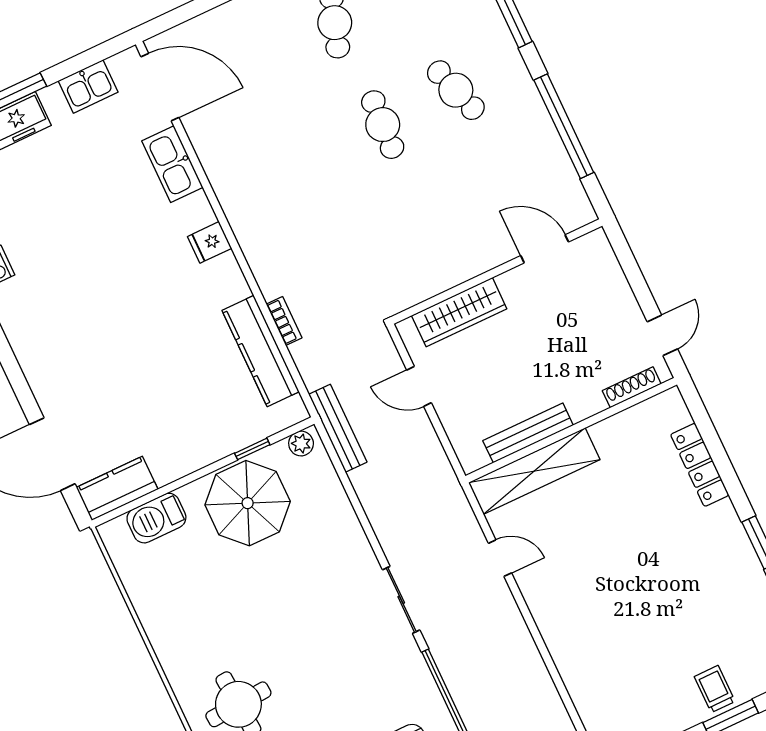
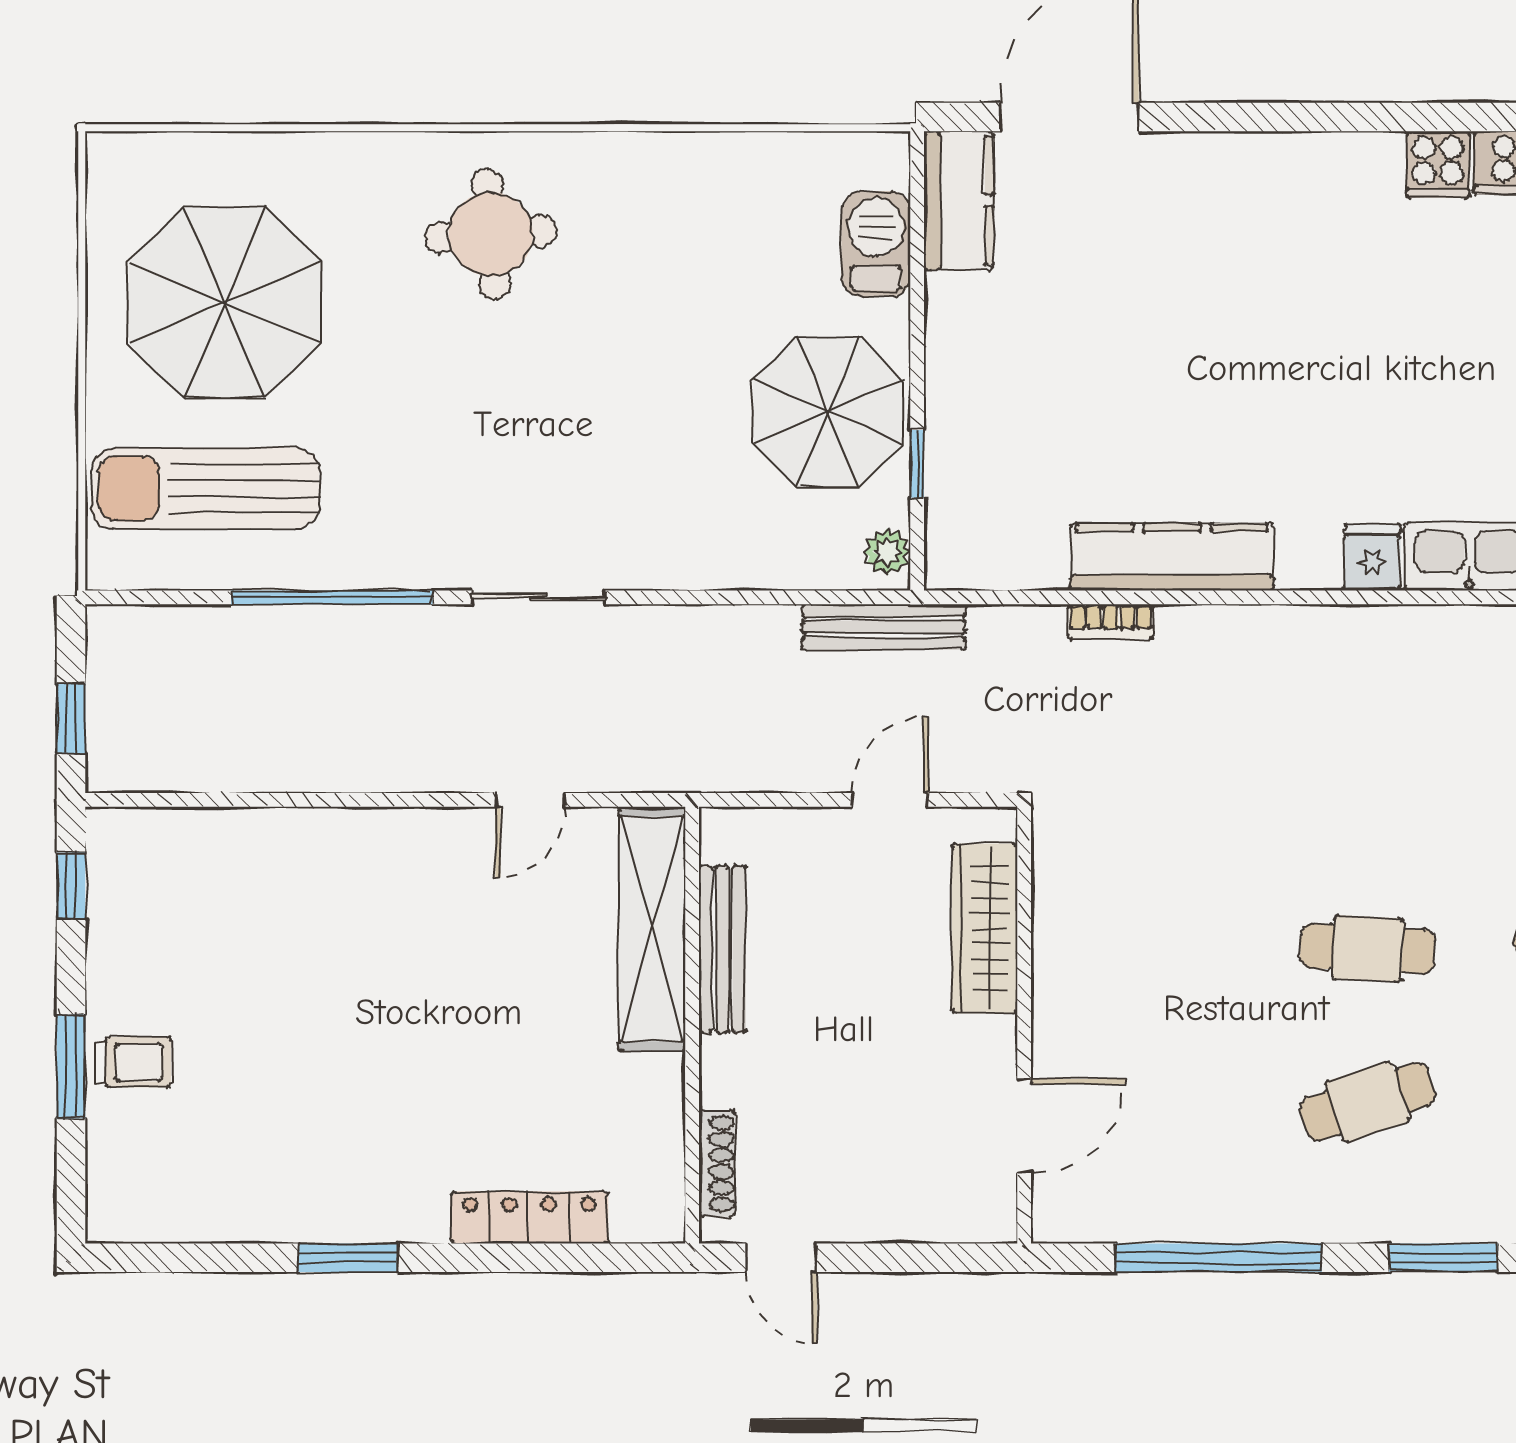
fridge: (210, 242) -> (1372, 557), moved
kitchen counter: (261, 351) -> (1172, 557), moved

